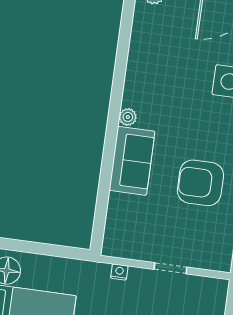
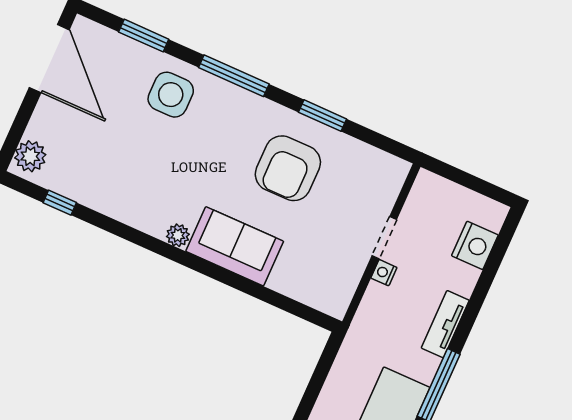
window: (126, 24) -> (60, 203), added
nightstand: (119, 272) -> (384, 273), moved

